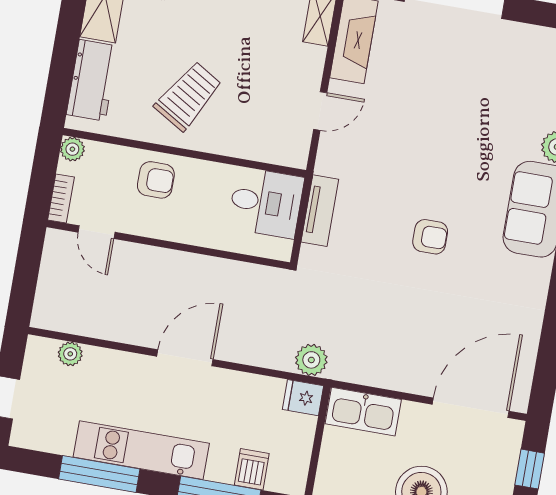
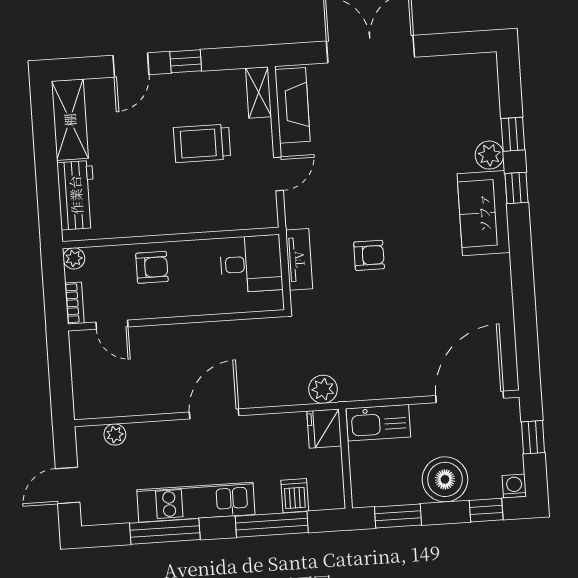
trolley: (188, 96) -> (202, 143), moved, turned -121
armchair: (430, 237) -> (369, 255), moved
fridge: (303, 398) -> (324, 429), width x1.38

